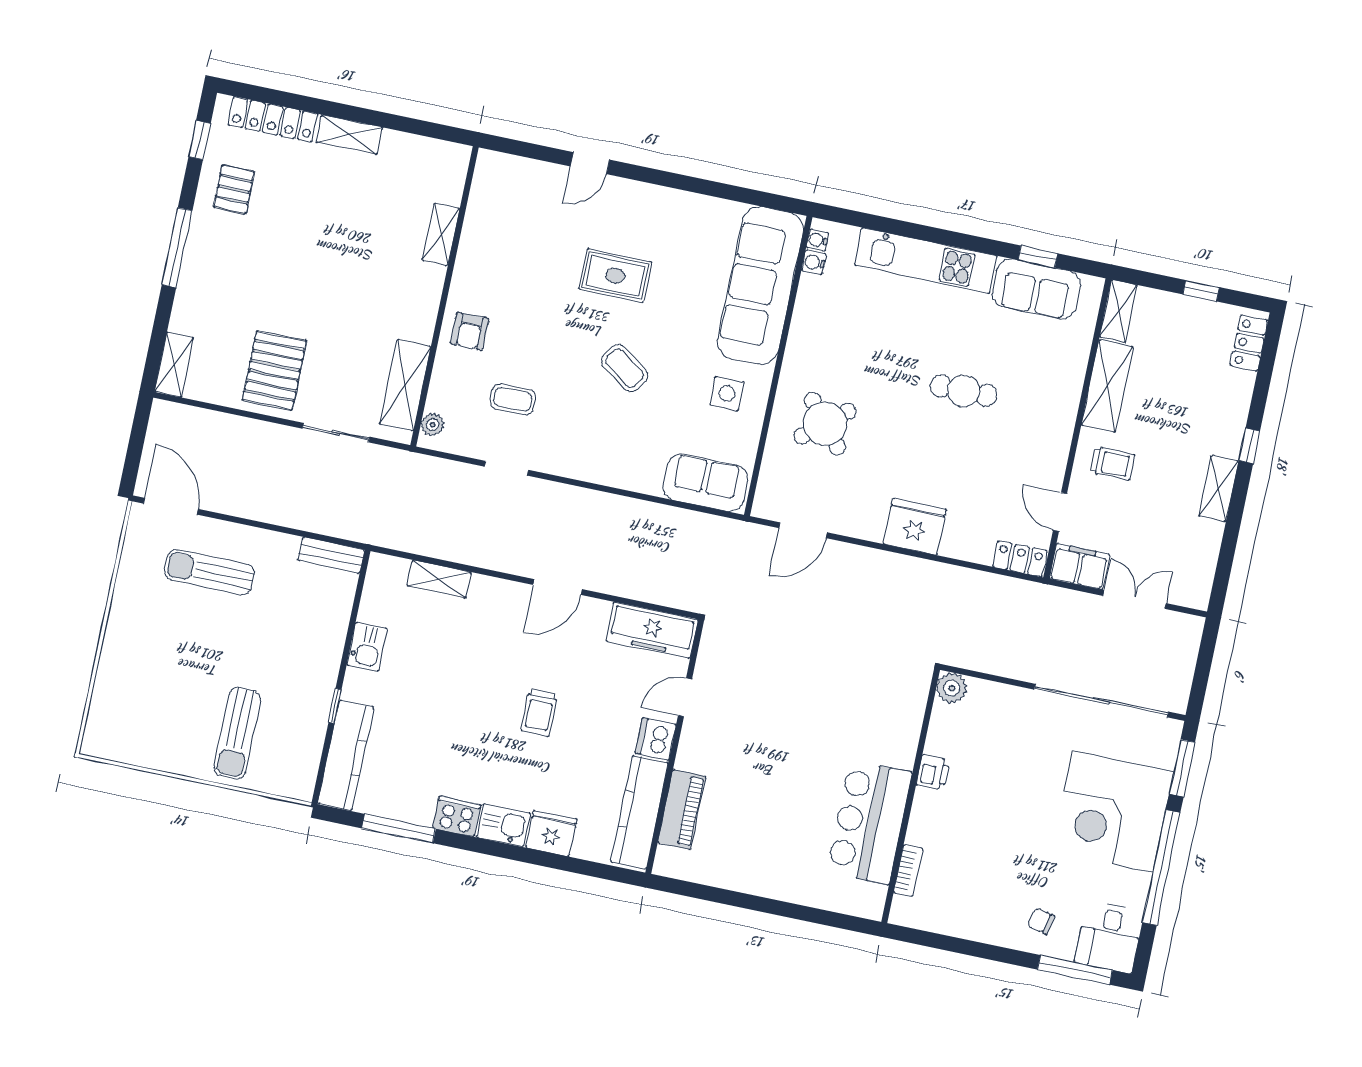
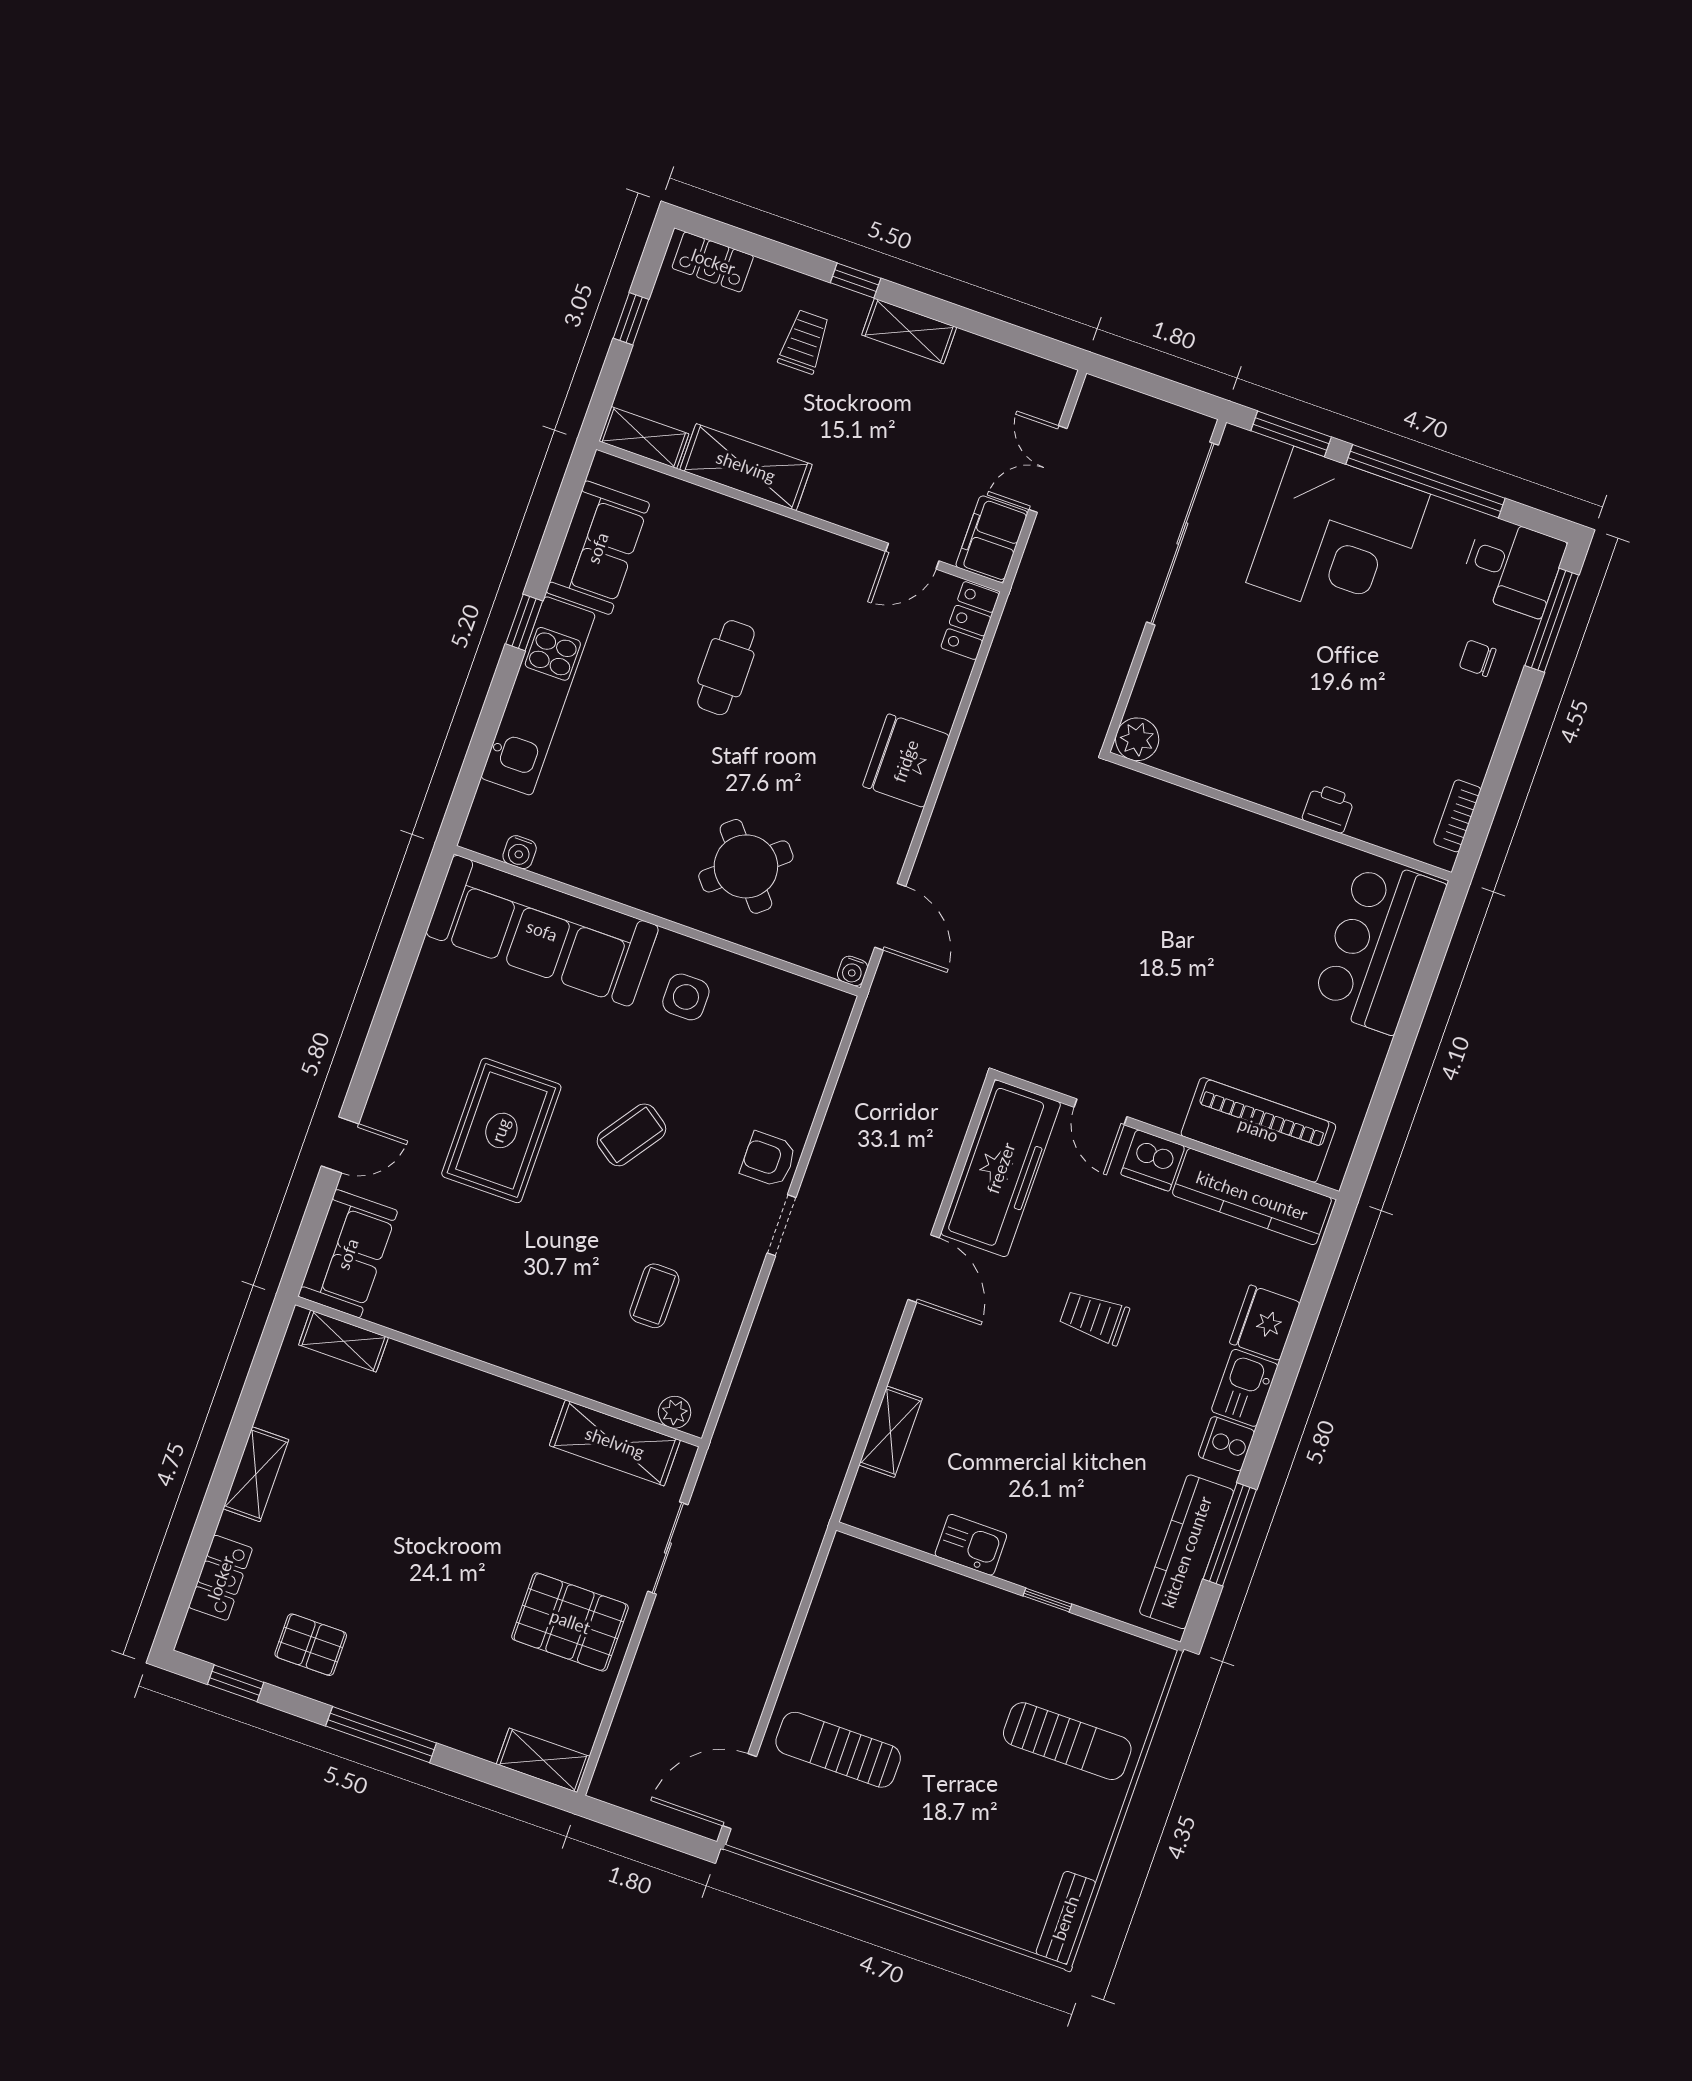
locker: (273, 119) -> (221, 1578), width x0.66
door: (590, 163) -> (340, 1145), hinge flipped
shelving: (441, 234) -> (343, 1341), moved
water cooler: (817, 240) -> (853, 971), moved
window: (1038, 257) -> (524, 622), moved
rug: (615, 276) -> (501, 1130), width x1.36, depth x1.43
armchair: (470, 331) -> (768, 1159), moved, turned 180
trolley: (1113, 463) -> (804, 342), moved
doorway: (506, 468) -> (782, 1225), moved
sofa: (705, 483) -> (348, 1254), moved, turned 180
bench: (331, 555) -> (1066, 1918), moved
sun lounger: (209, 572) -> (838, 1750), turned 90
freezer: (652, 630) -> (1001, 1168), width x1.36, depth x1.26
trolley: (539, 712) -> (1094, 1317), turned 180
kitchen counter: (346, 755) -> (1187, 1552), moved, turned -90
printer: (933, 772) -> (1328, 808), moved
piano: (682, 809) -> (1258, 1130), width x1.37, depth x1.33
cooker: (457, 816) -> (1226, 1444), width x0.73
bar counter: (869, 822) -> (1379, 946), moved, turned 90
bookcase: (908, 871) -> (1457, 816), moved, turned -90
chair: (1041, 921) -> (1478, 658), turned 77

